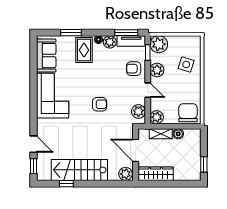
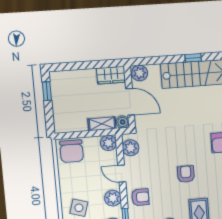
armchair: (100, 104) -> (186, 174), moved, turned 90
boiler: (178, 134) -> (123, 122), moved
wardrobe: (156, 174) -> (111, 75), width x0.67
window: (66, 184) -> (193, 58), moved

